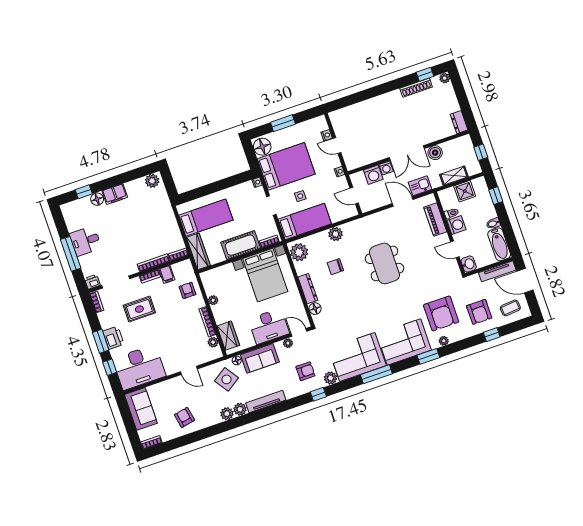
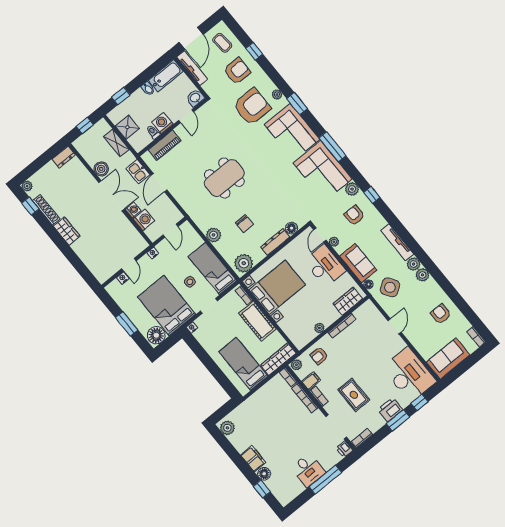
wardrobe: (389, 99) -> (67, 231), added
plant: (213, 342) -> (296, 365), moved
armchair: (184, 417) -> (441, 314), turned 101

